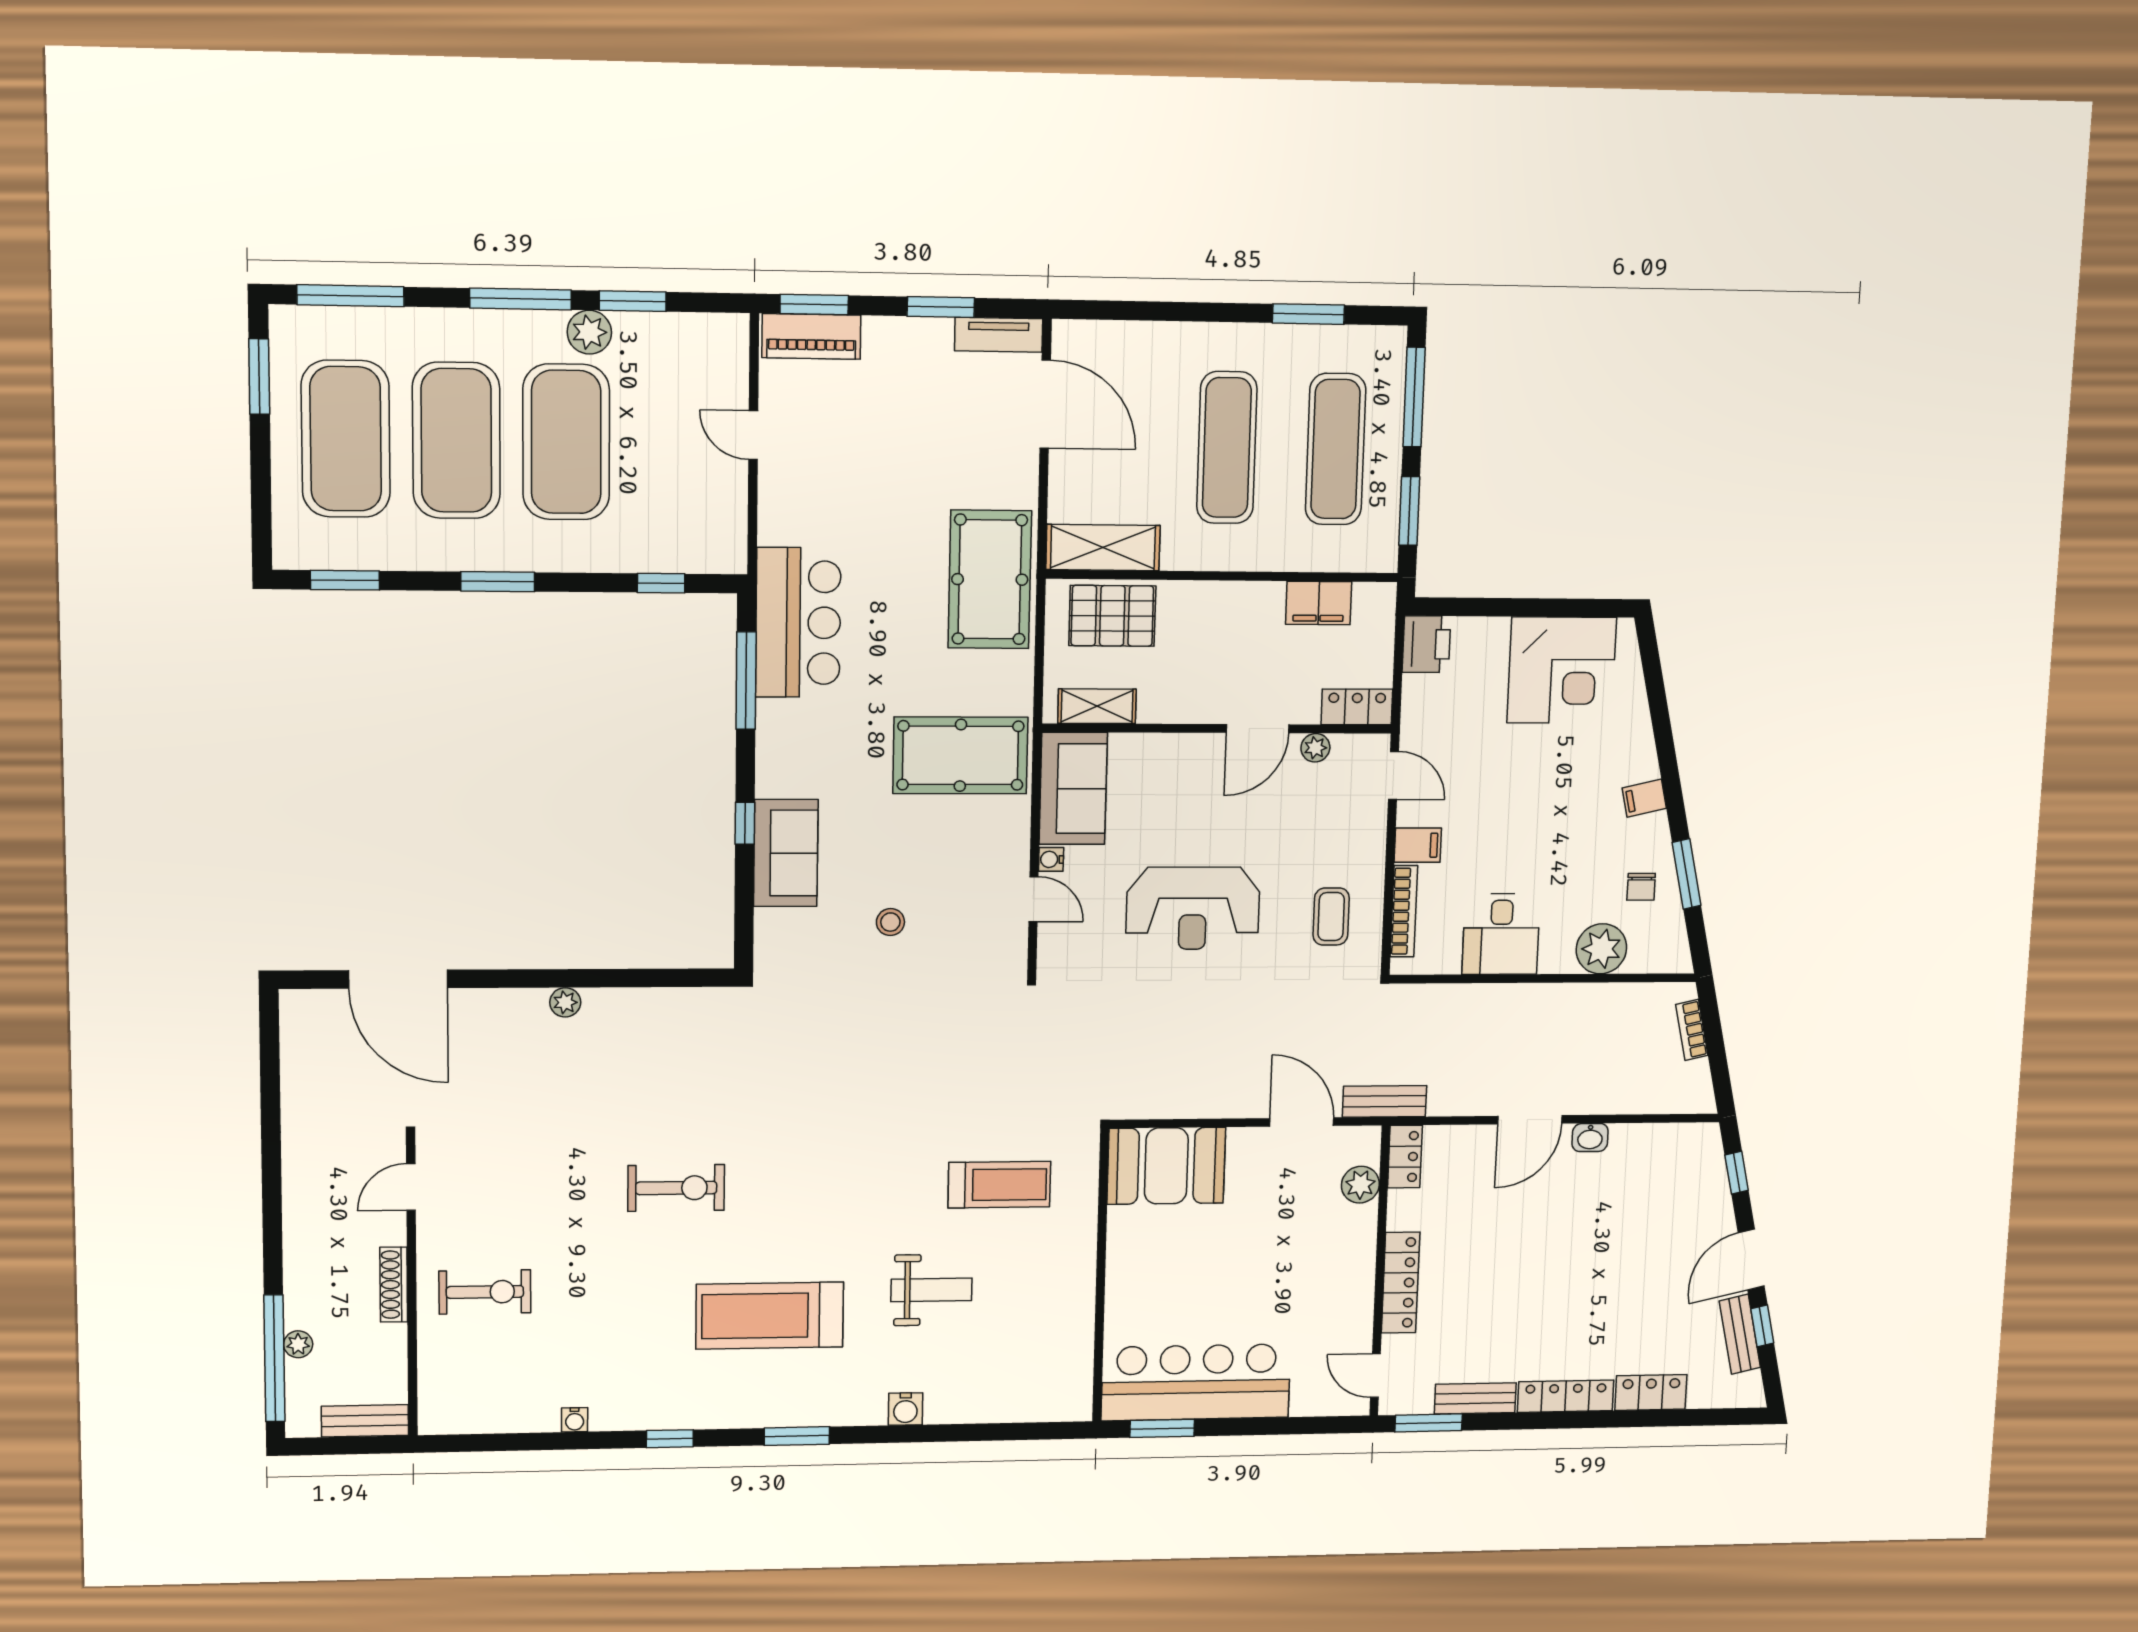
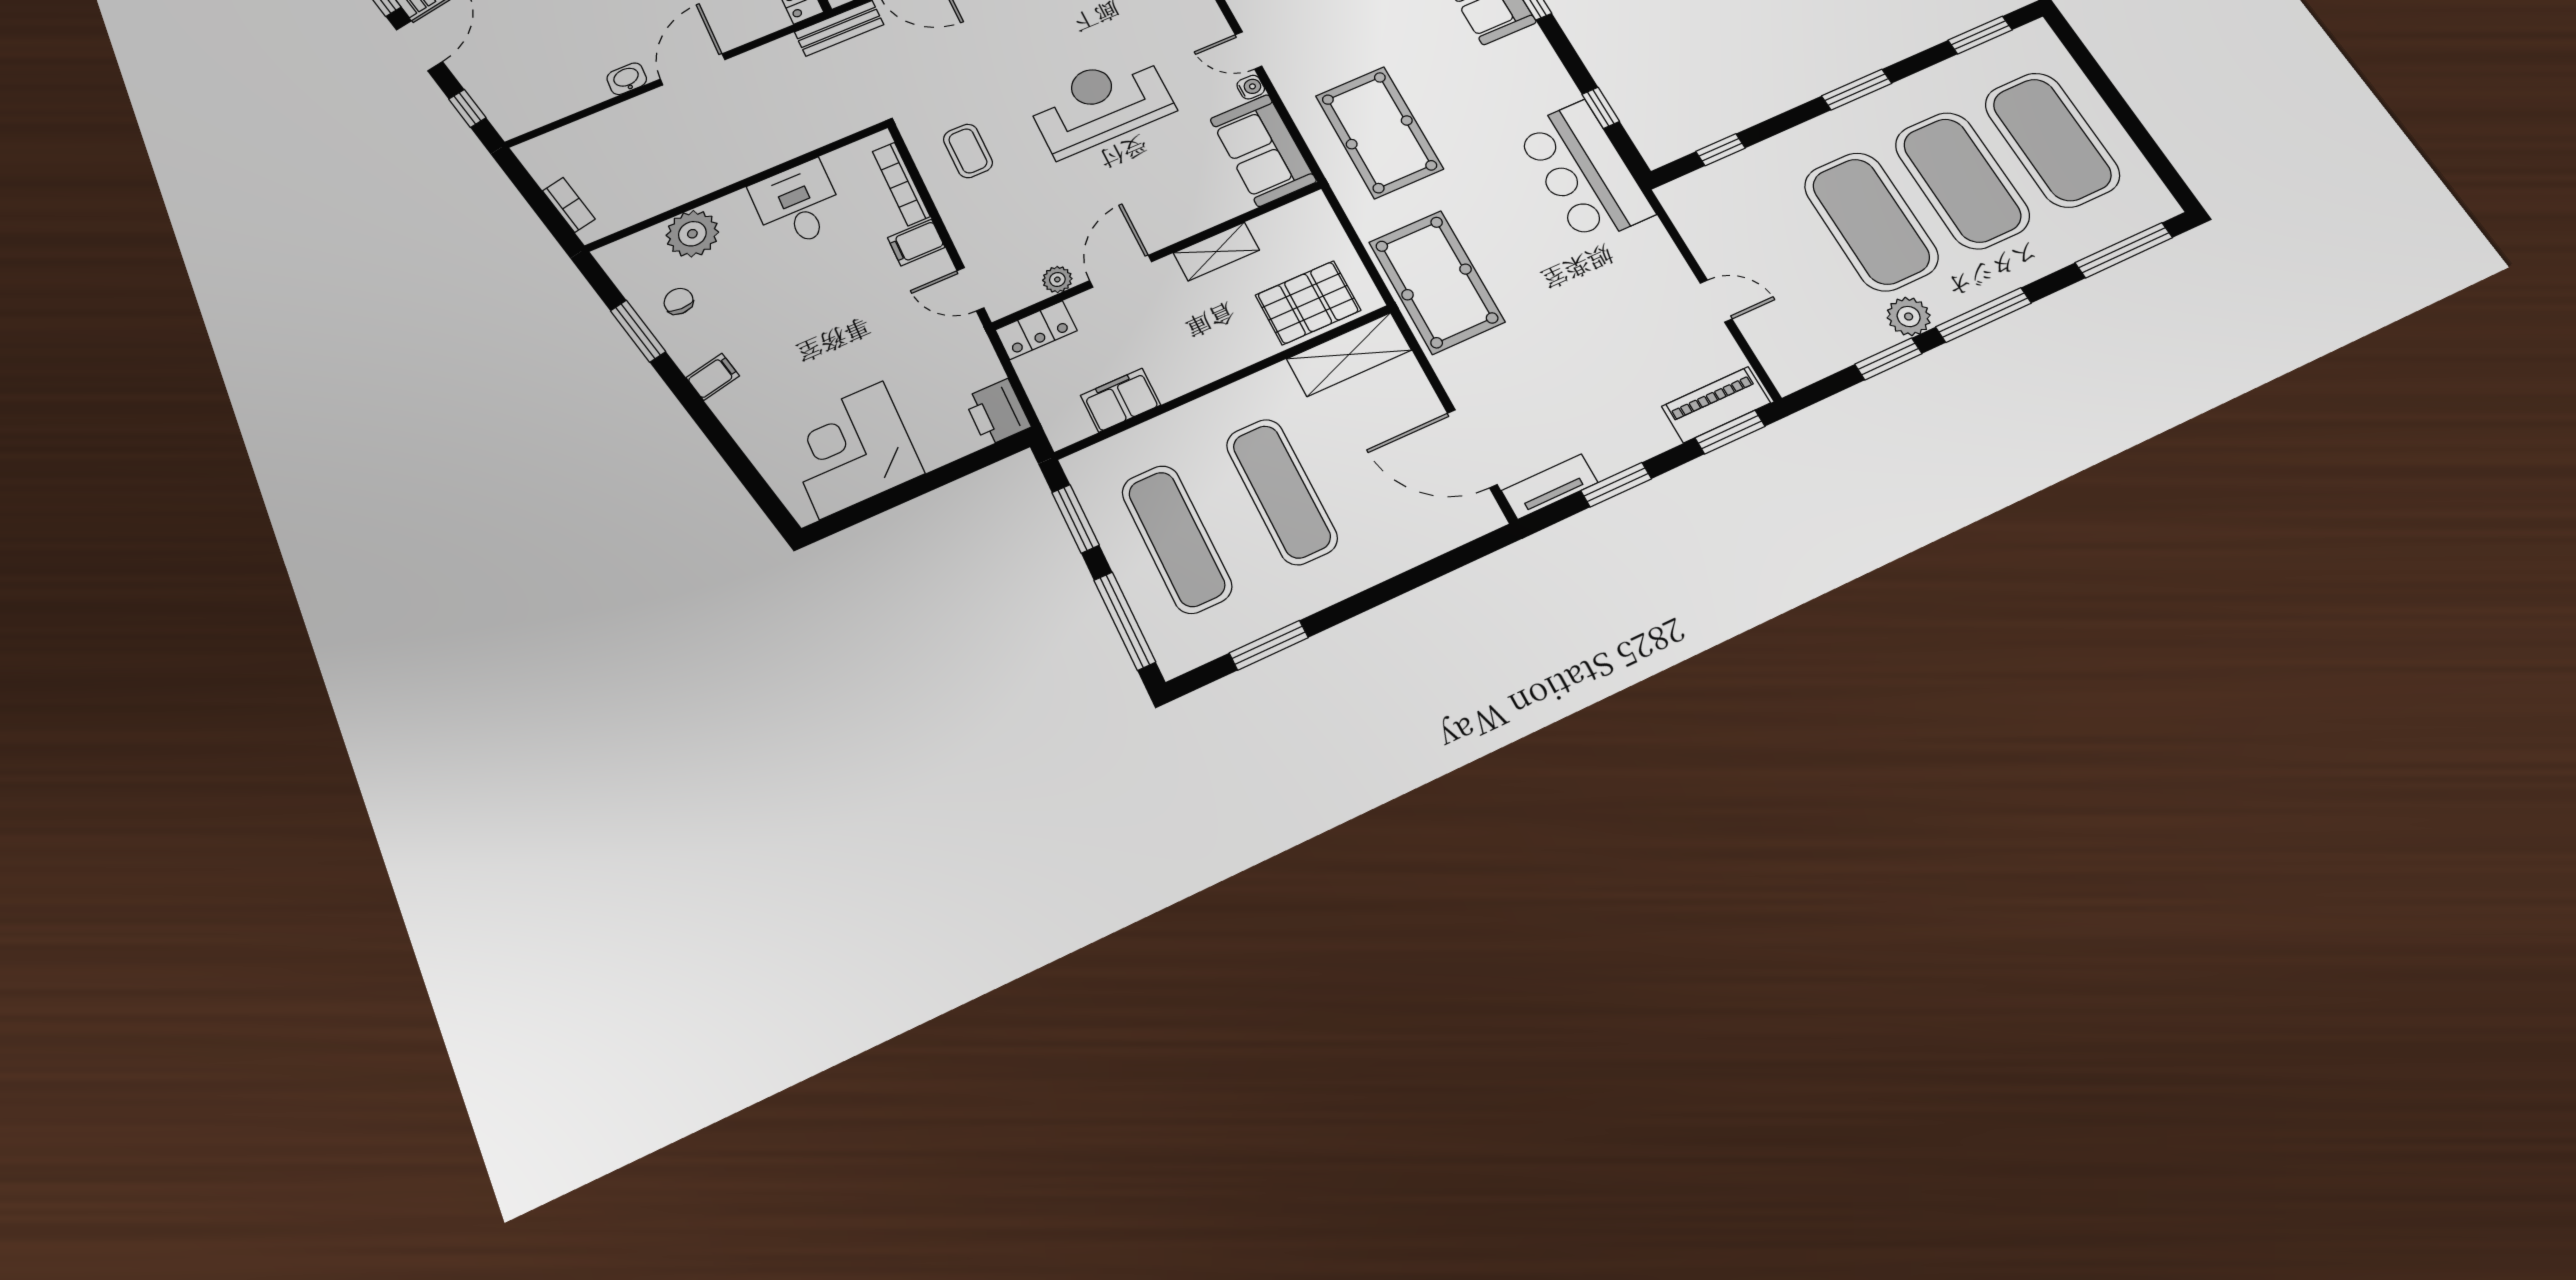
window: (259, 376) -> (2153, 154), removed
window: (746, 681) -> (1601, 108), width x0.46
shelving: (1097, 706) -> (1216, 252), moved
pool table: (960, 755) -> (1379, 132), turned 90

